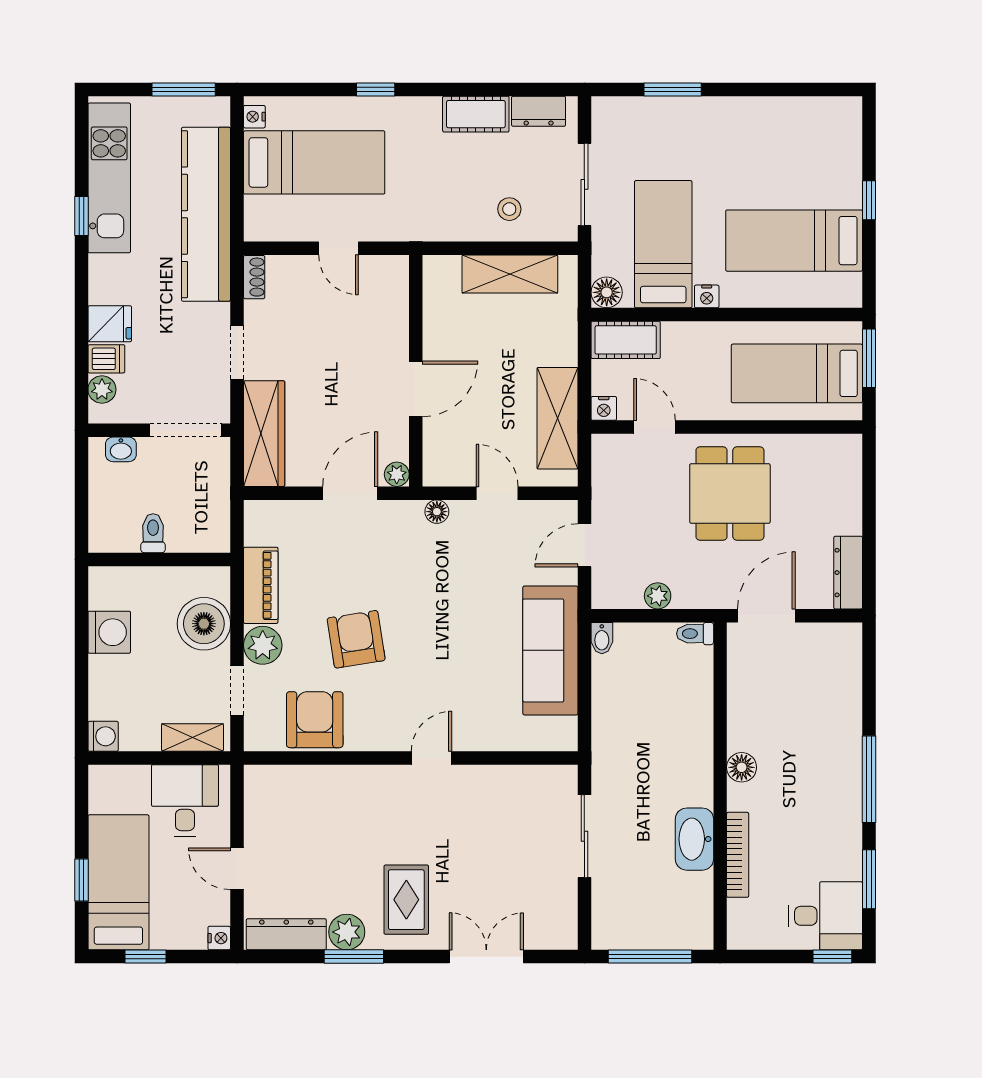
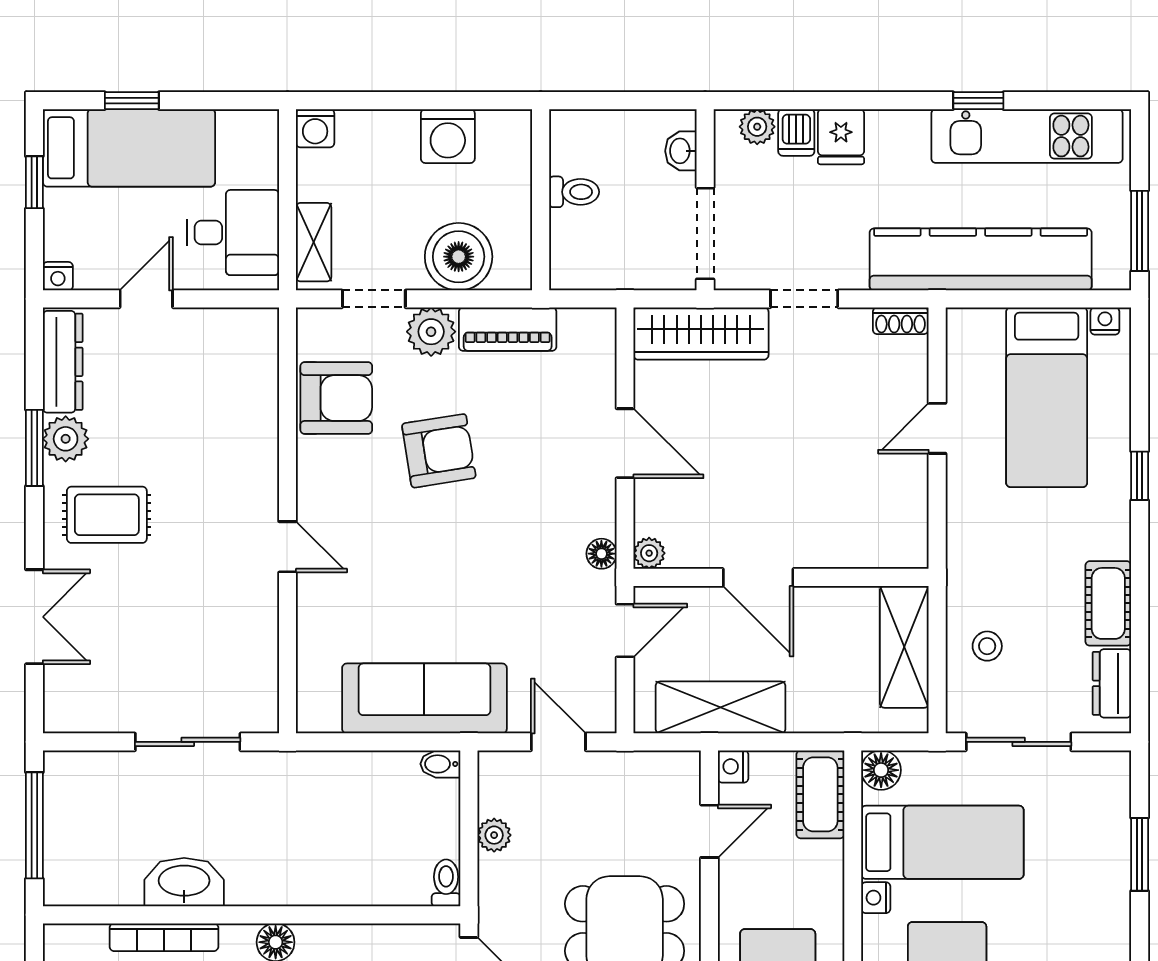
wall: (416, 371) -> (781, 577), moved
door: (416, 389) -> (758, 577), moved
plant: (397, 474) -> (649, 553), moved

